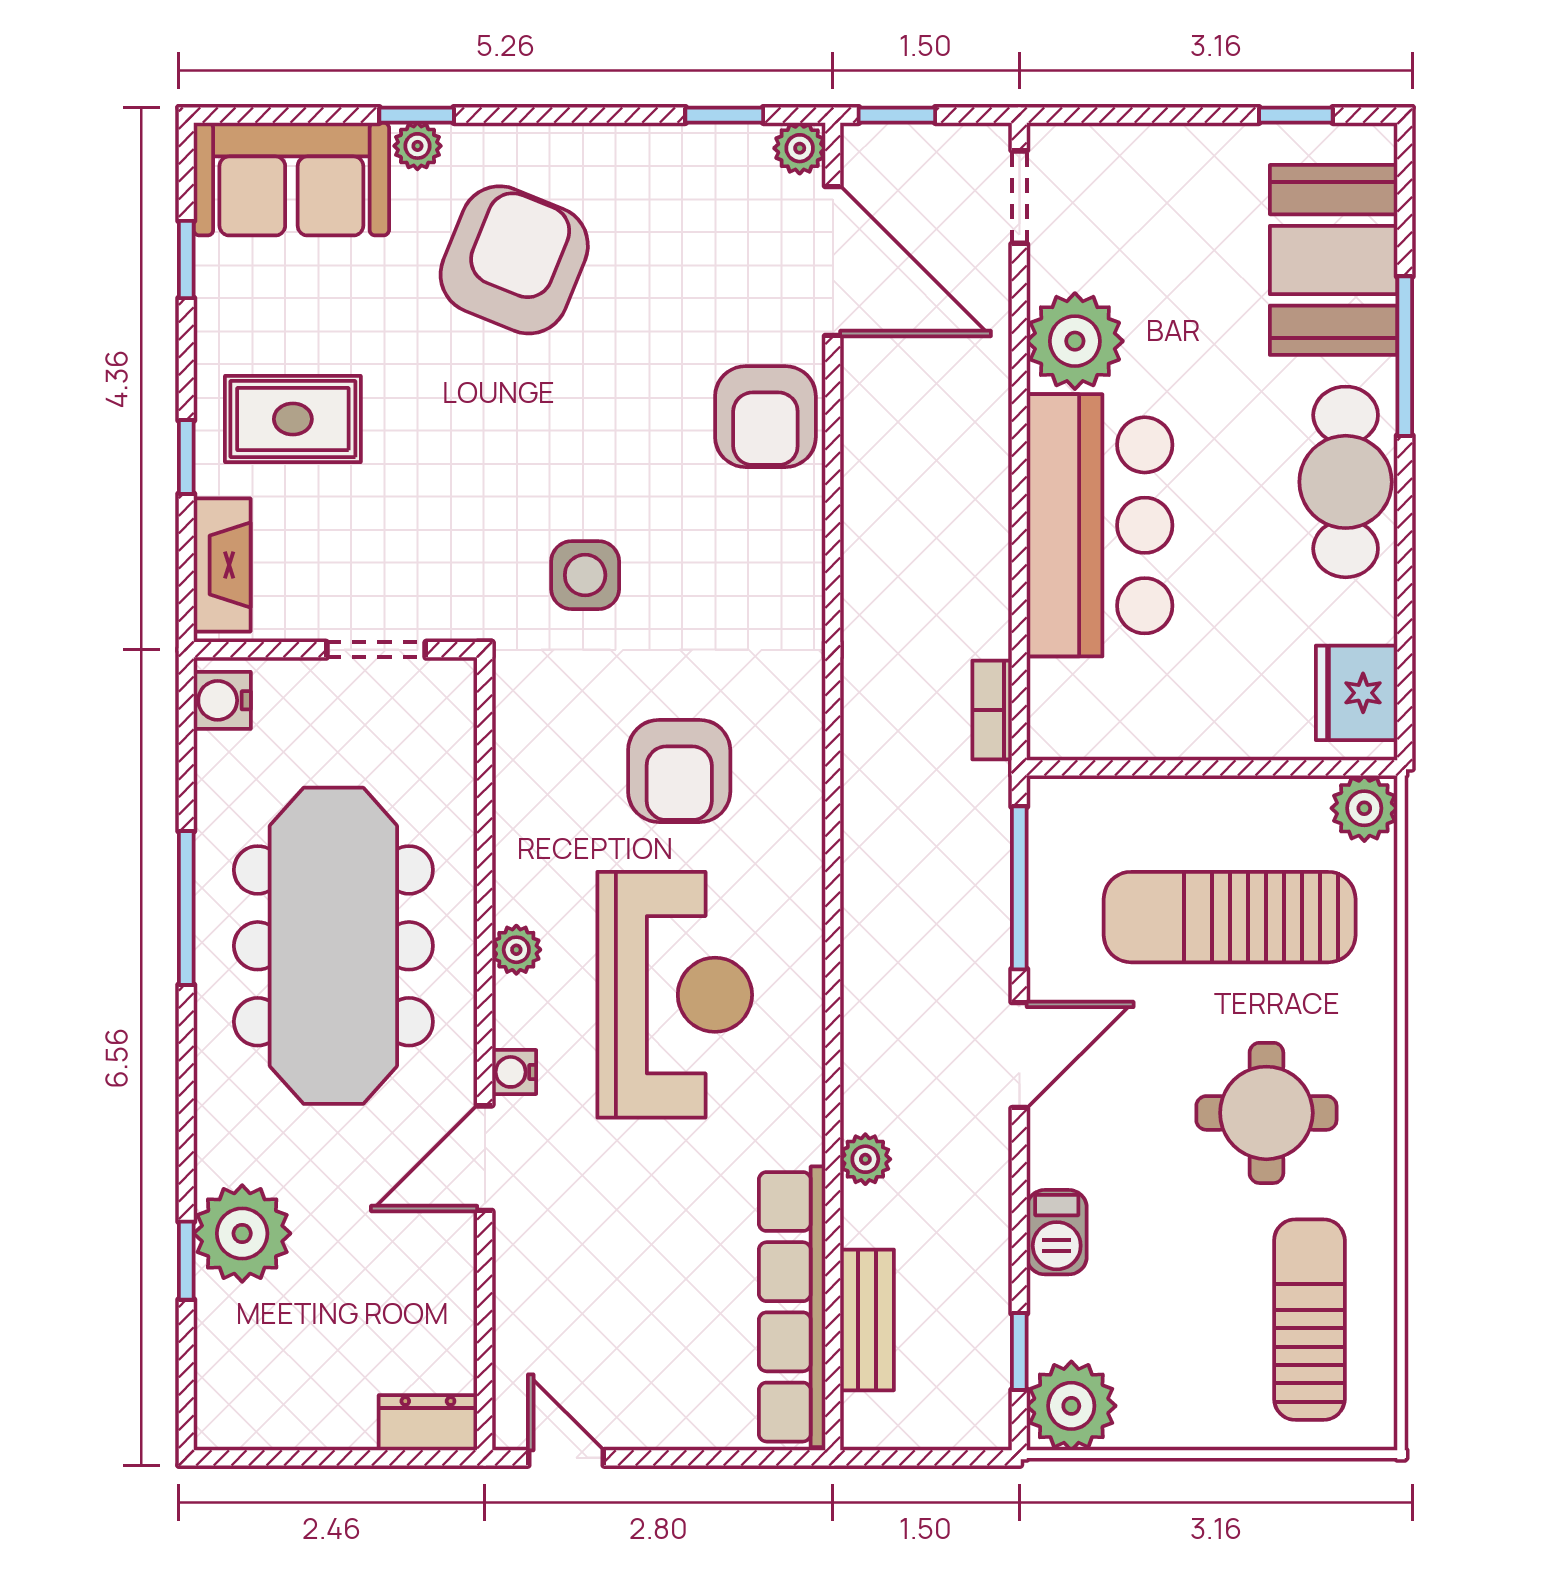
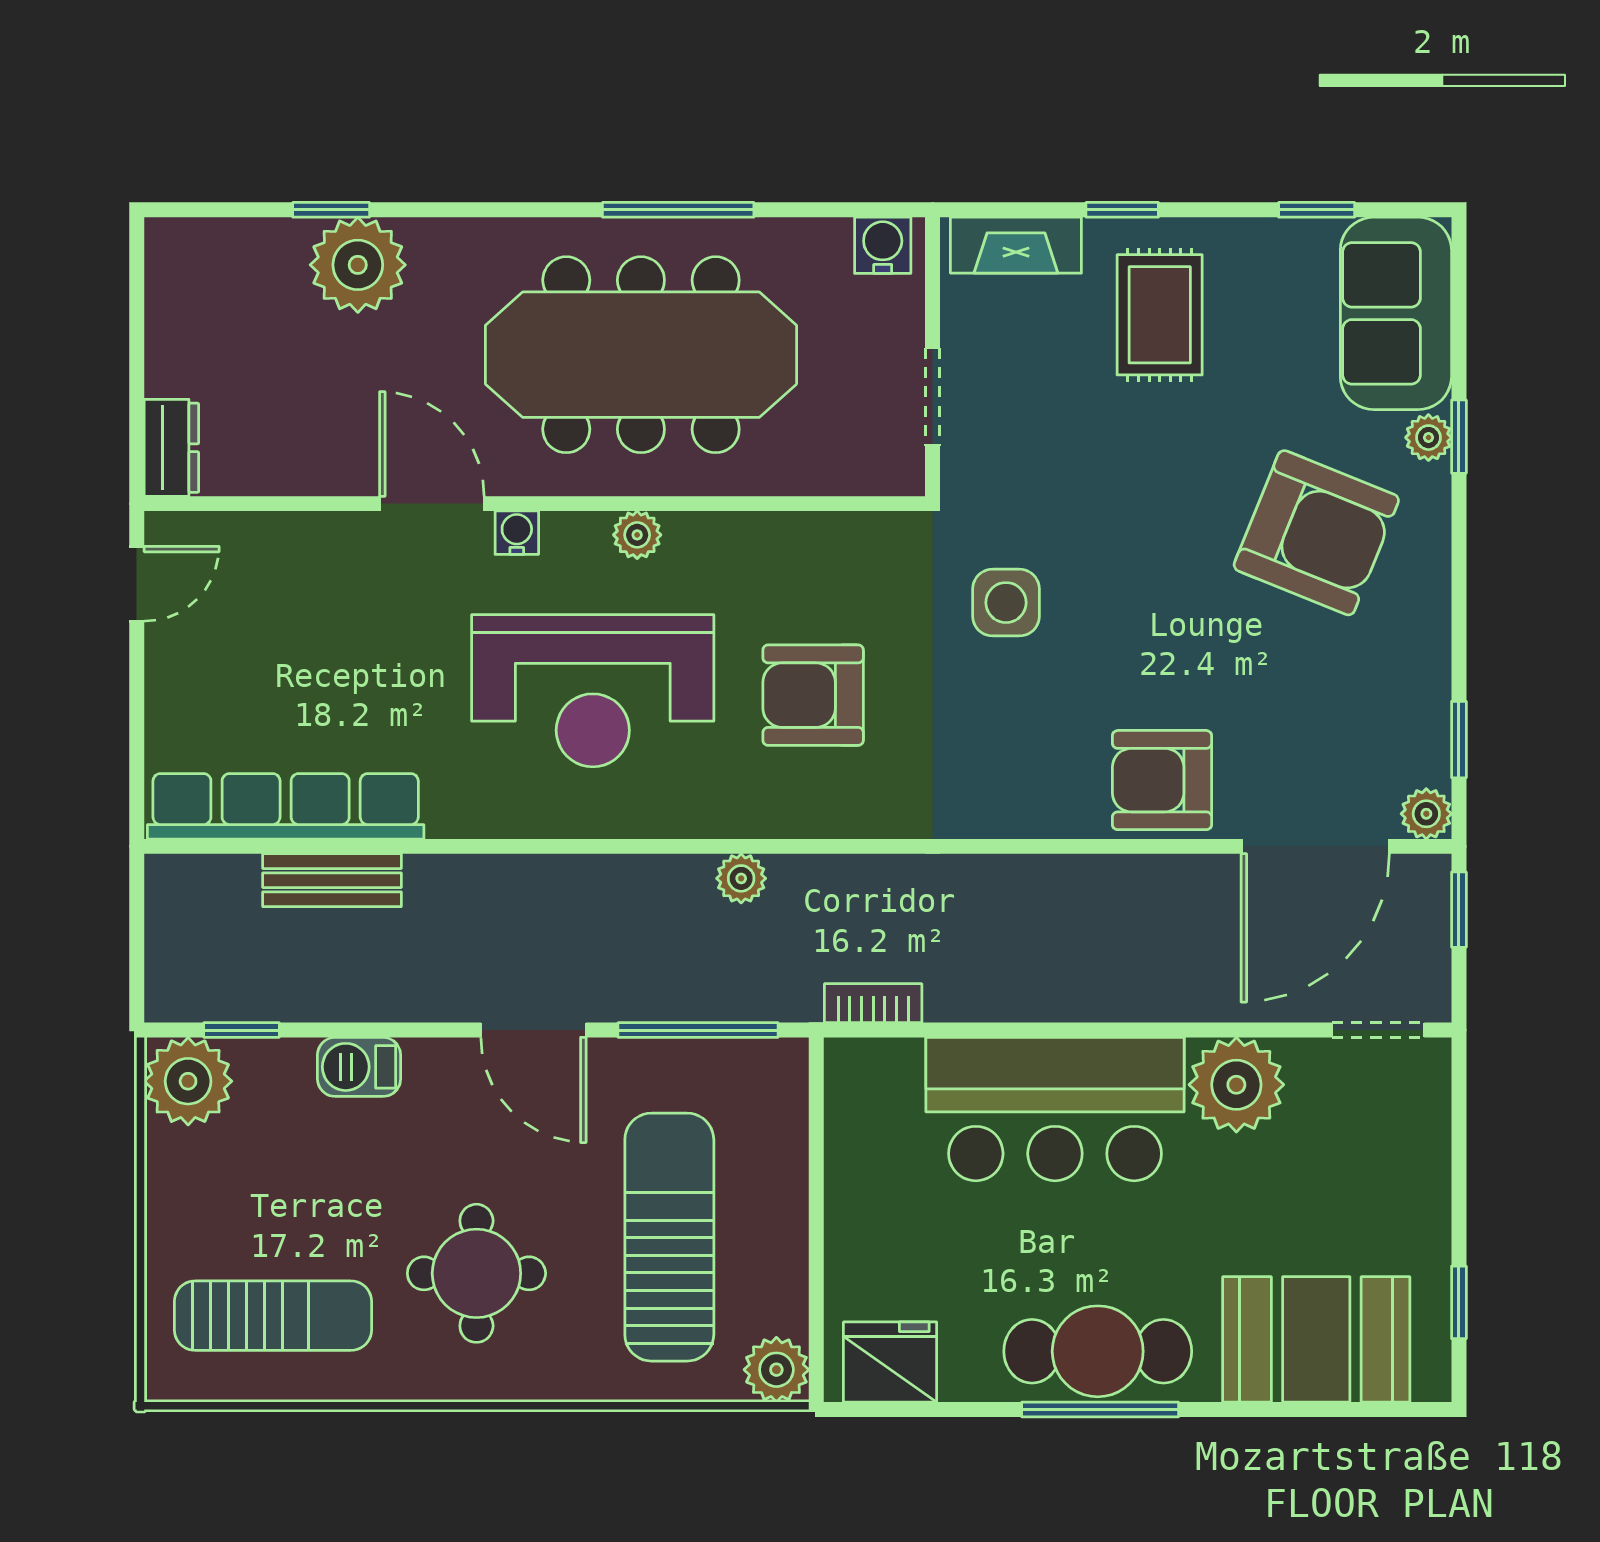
window: (1405, 356) -> (1100, 1409), moved
plant: (865, 1159) -> (741, 878), moved
bench: (867, 1320) -> (332, 880), moved

